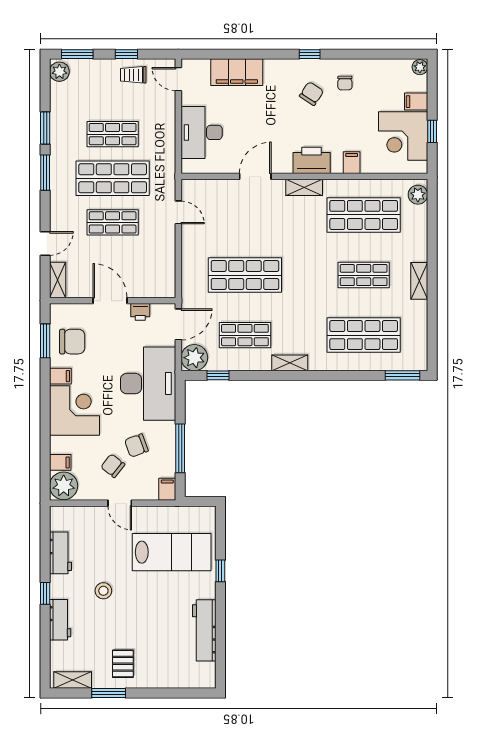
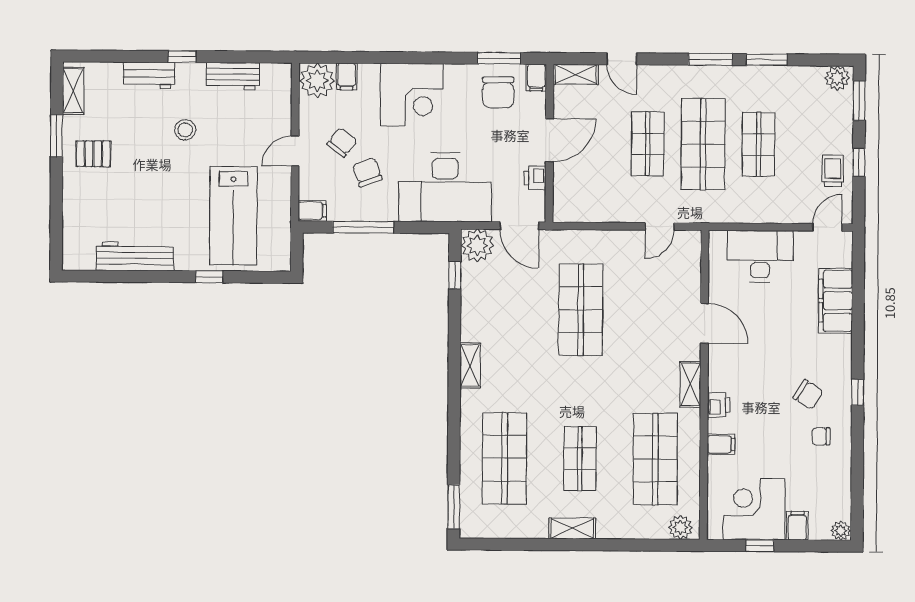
printer: (312, 160) -> (719, 405), width x0.53, depth x0.68
shop shelf: (245, 335) -> (505, 309), removed
filing cabinet: (60, 376) -> (536, 78), moved

